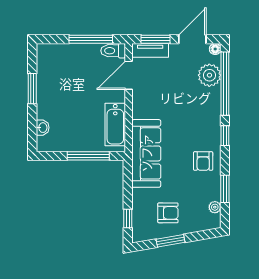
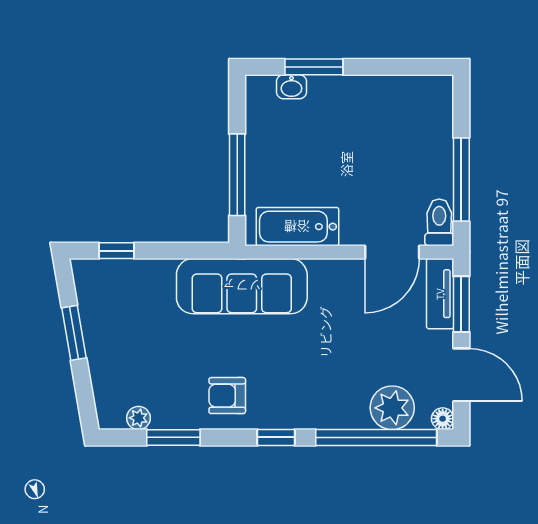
door: (129, 75) -> (392, 252), swing flipped
window: (32, 89) -> (314, 67), moved
armchair: (168, 213) -> (127, 328), removed

